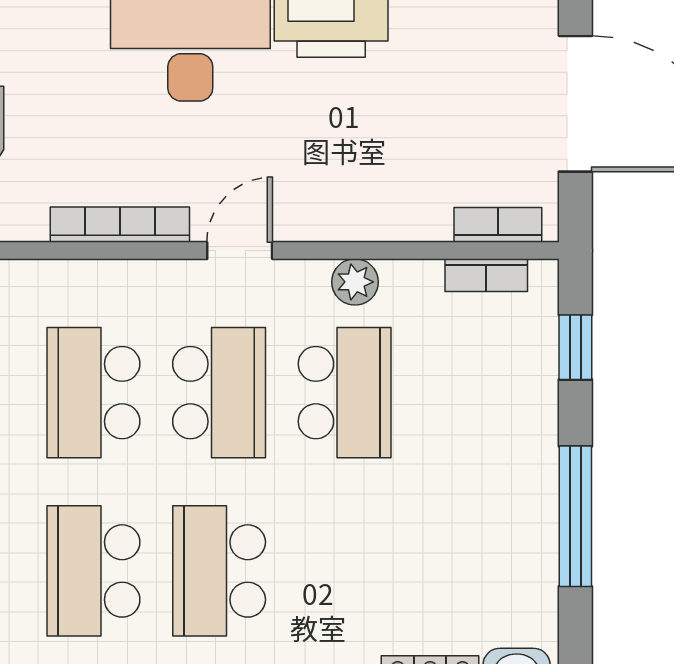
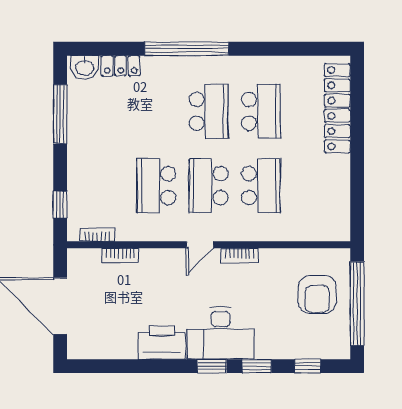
bookcase: (120, 225) -> (240, 256), width x0.64
bookcase: (498, 225) -> (120, 255), moved
plant: (355, 282) -> (152, 232), removed
window: (575, 516) -> (60, 114), moved

